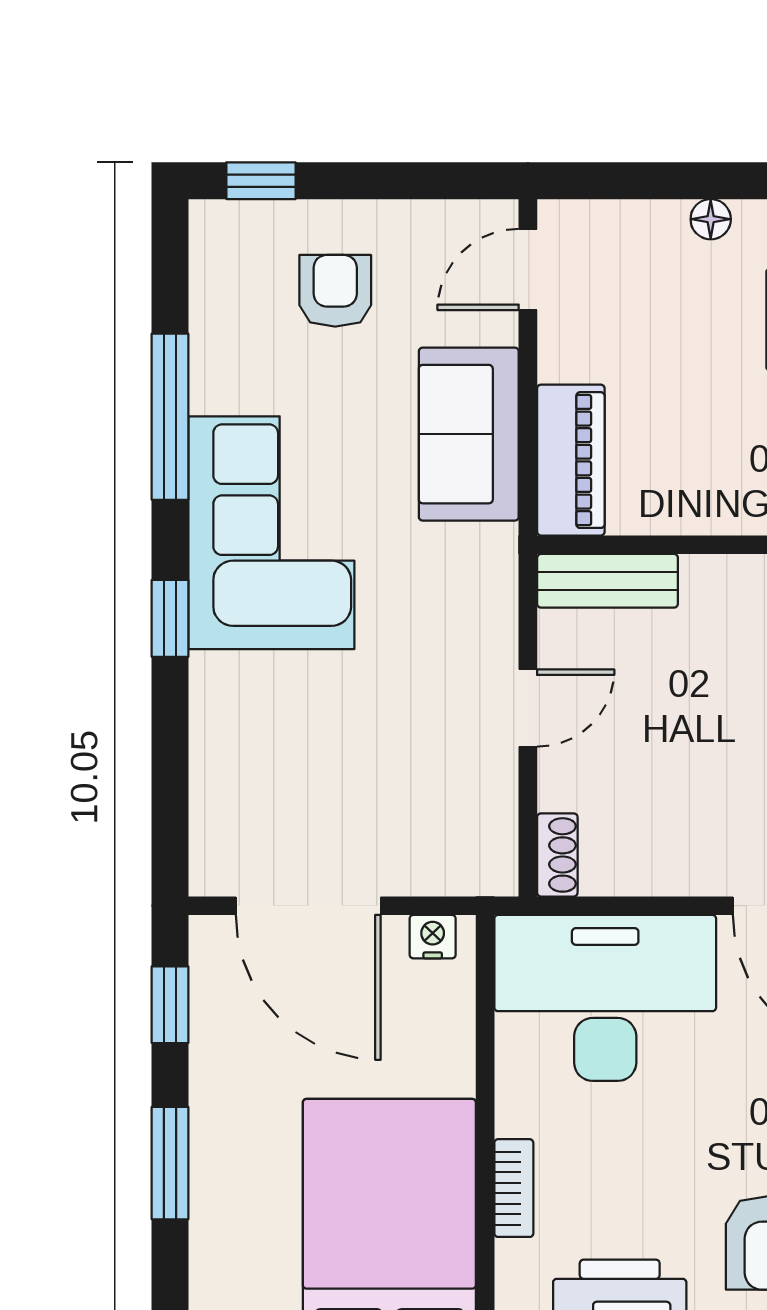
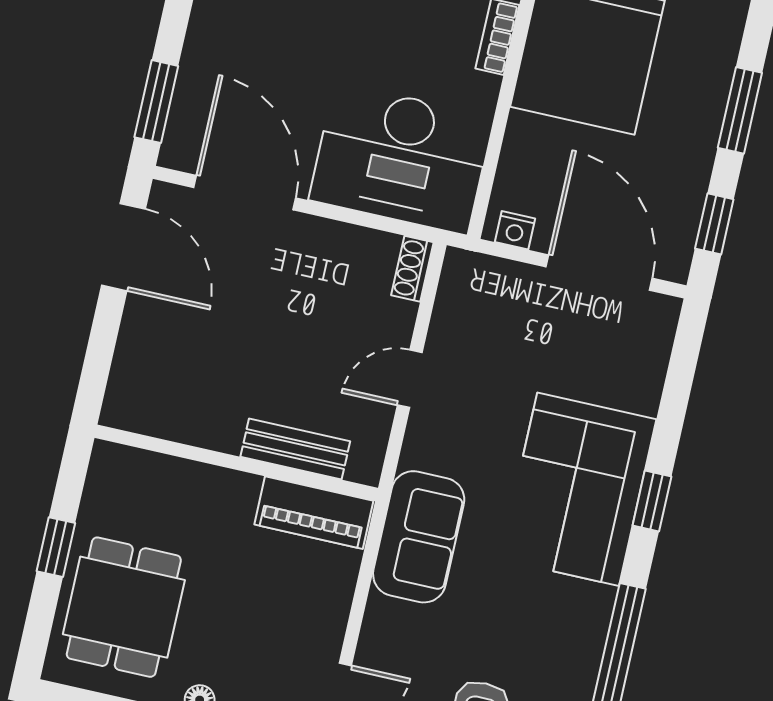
sofa: (469, 434) -> (419, 537), moved
piano: (571, 460) -> (314, 513), moved, turned -90
corner sofa: (271, 533) -> (578, 489), moved
bench: (607, 581) -> (295, 449), moved

